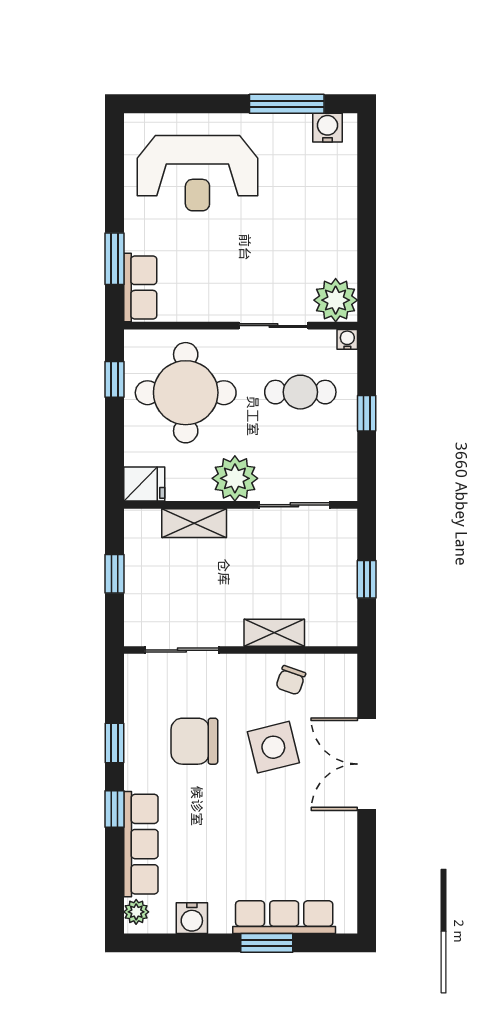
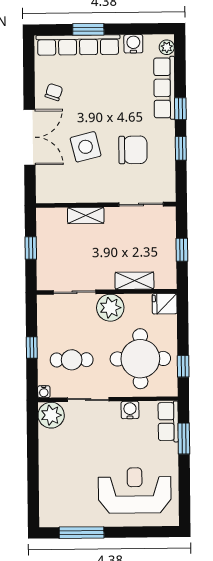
water cooler: (327, 128) -> (130, 410), moved, turned 180
chair: (291, 680) -> (54, 92), moved
row of seats: (284, 917) -> (78, 45), width x1.36

